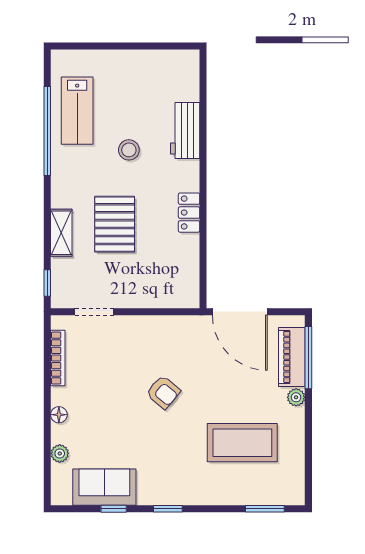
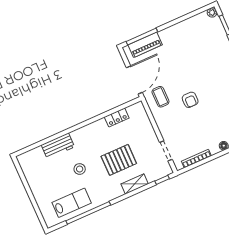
locker: (189, 213) -> (117, 117), moved
armchair: (163, 392) -> (190, 100), turned 140
plant: (296, 397) -> (212, 12), moved
coffee table: (242, 443) -> (160, 97), moved, width x0.54, depth x0.58

